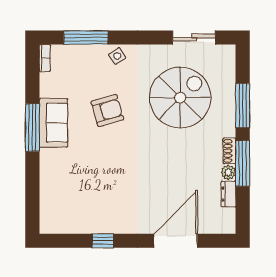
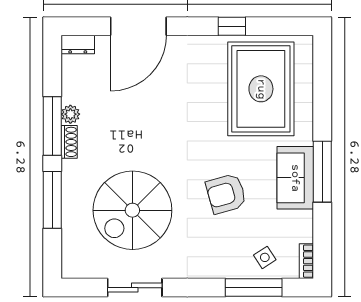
sliding door: (194, 38) -> (135, 288), moved
side table: (117, 56) -> (265, 257), moved
rug: (80, 192) -> (261, 89), added
dresser: (228, 194) -> (78, 45), moved, turned 90

